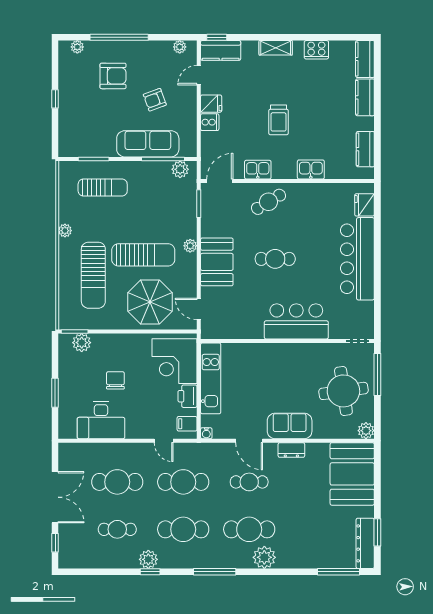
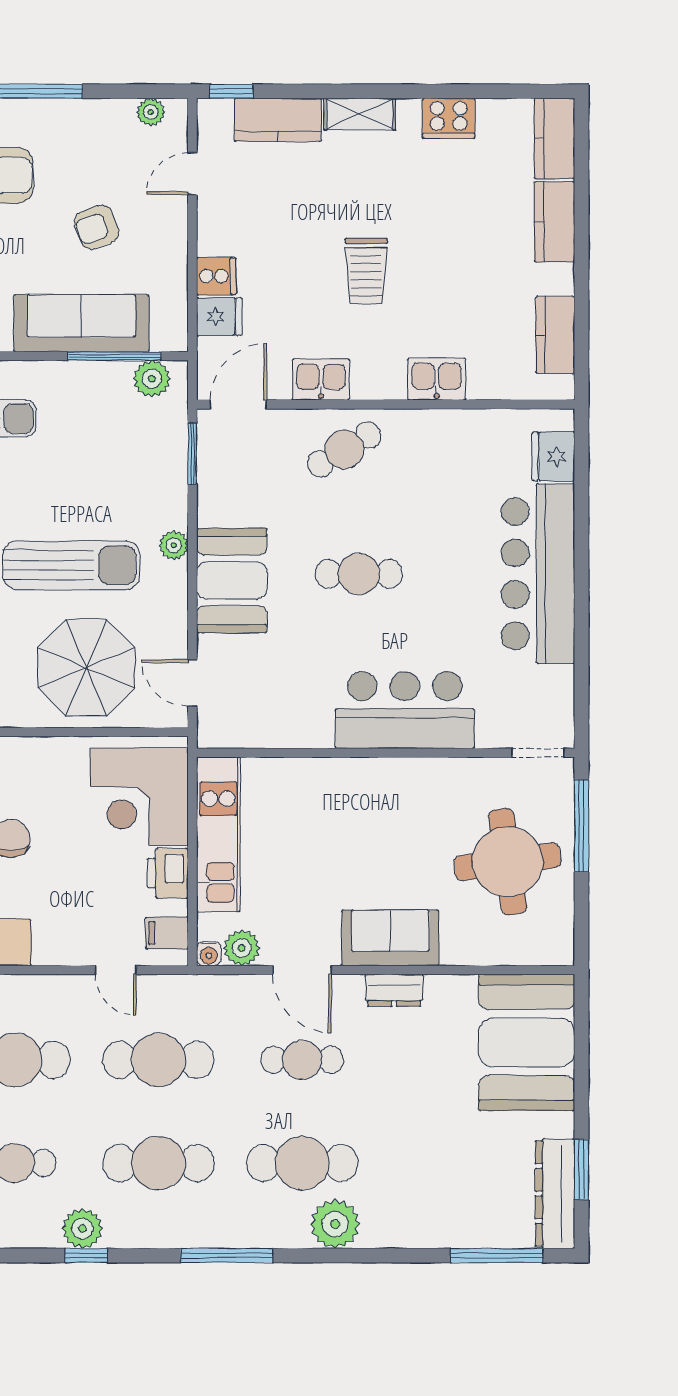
kitchen counter: (221, 50) -> (278, 120), moved
fridge: (211, 104) -> (219, 317), moved
plant: (366, 431) -> (242, 948), moved

